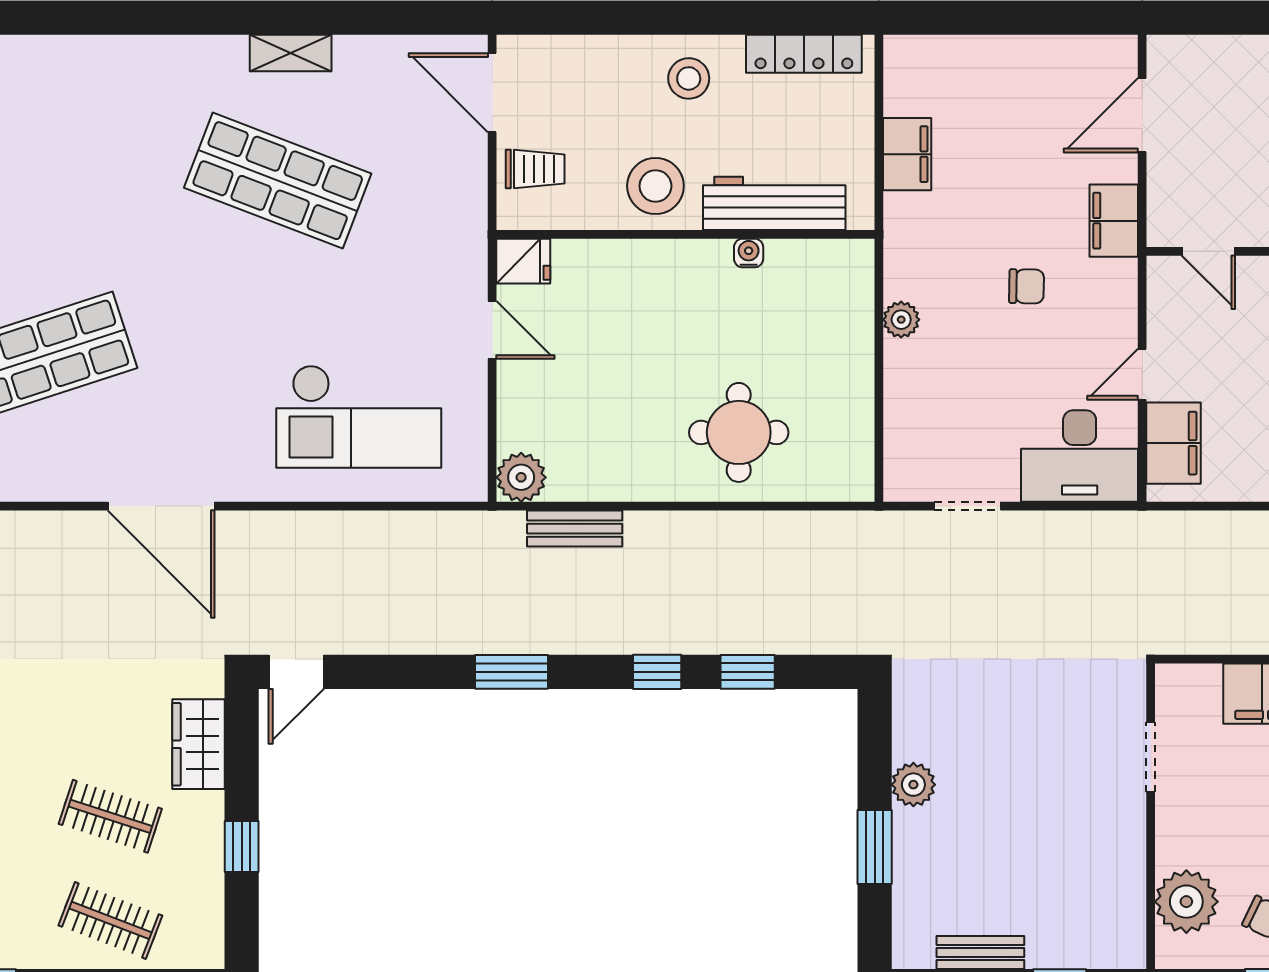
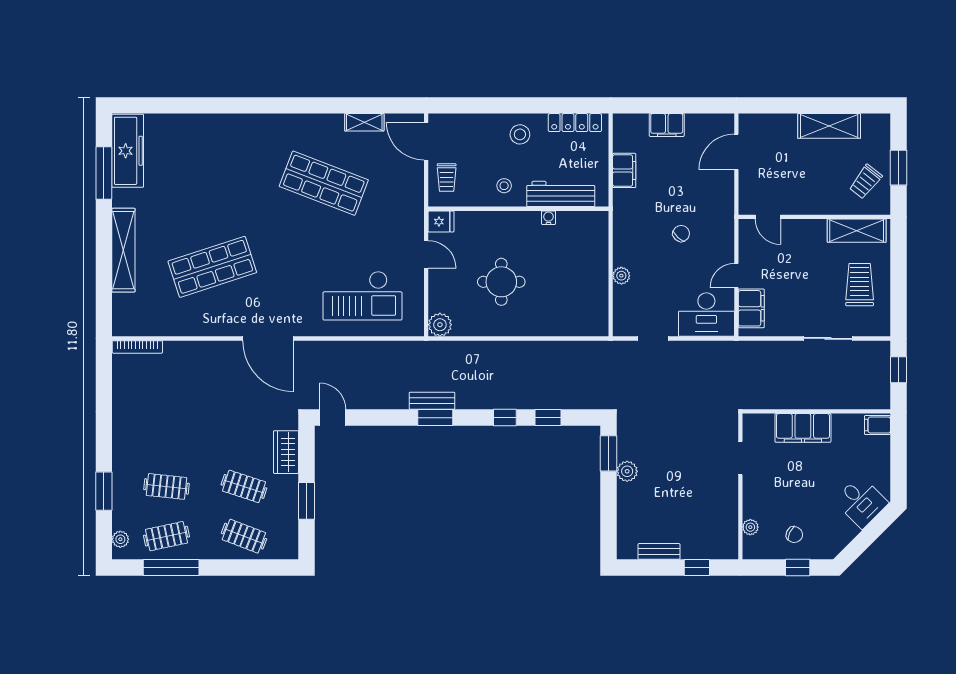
shelving: (291, 53) -> (364, 122), moved
trolley: (535, 169) -> (447, 178), turned 90
stool: (655, 186) -> (504, 186), width x0.53, depth x0.53
filing cabinet: (1114, 221) -> (667, 125), moved, turned -90
chair: (1027, 286) -> (681, 234), turned -49
plant: (901, 320) -> (621, 276), moved
round table: (739, 432) -> (501, 282), moved
bench: (575, 529) -> (432, 401), moved
door: (296, 672) -> (333, 418), swing flipped
window: (242, 847) -> (307, 501), width x1.50
window: (875, 847) -> (609, 453), moved
plant: (1186, 902) -> (750, 527), width x0.53, depth x0.53

